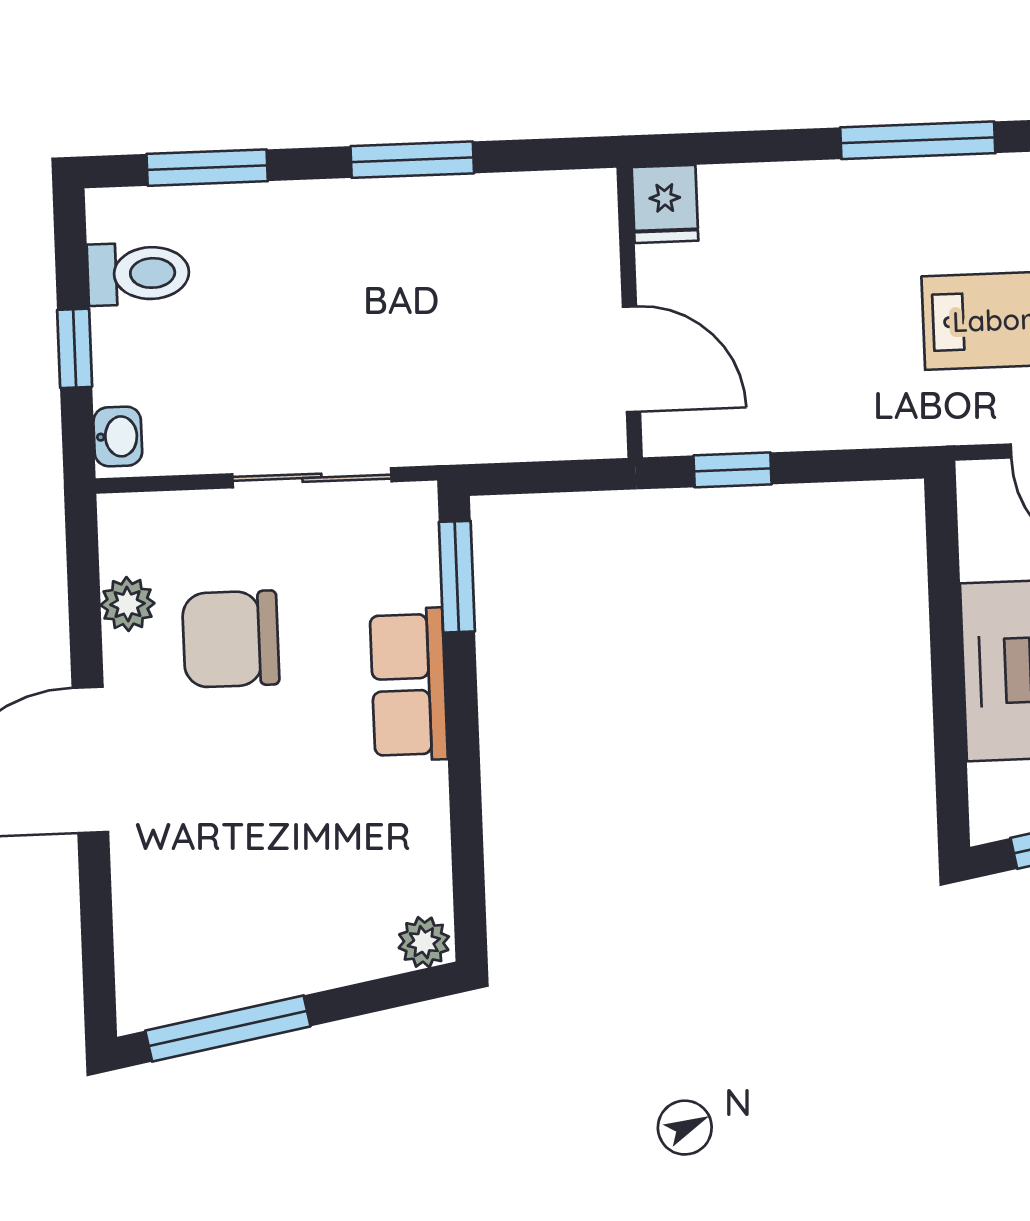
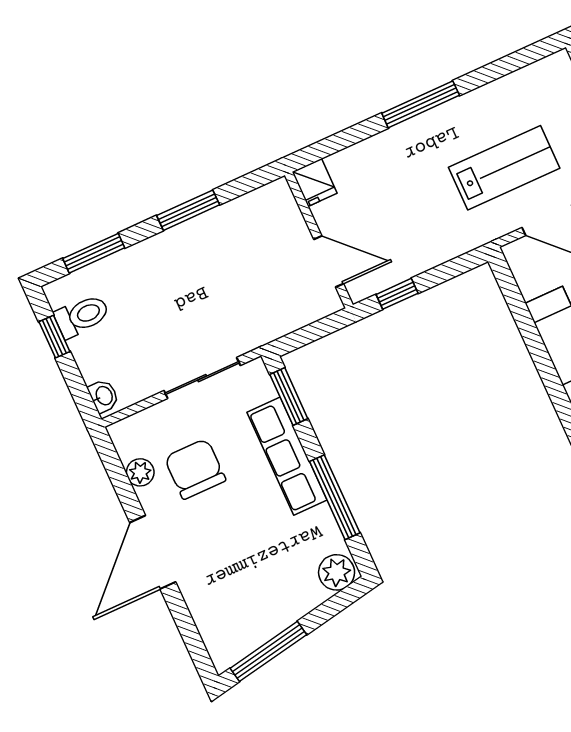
window: (75, 348) -> (54, 337), moved
chair: (231, 639) -> (195, 469), turned 90
row of seats: (409, 685) -> (287, 456), width x1.48
window: (465, 796) -> (335, 497), added
plant: (424, 942) -> (337, 572), width x1.38, depth x1.38

